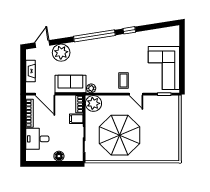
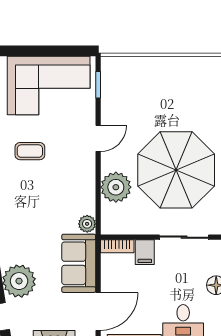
coffee table: (123, 80) -> (30, 151), moved
plant: (93, 103) -> (116, 187), moved

